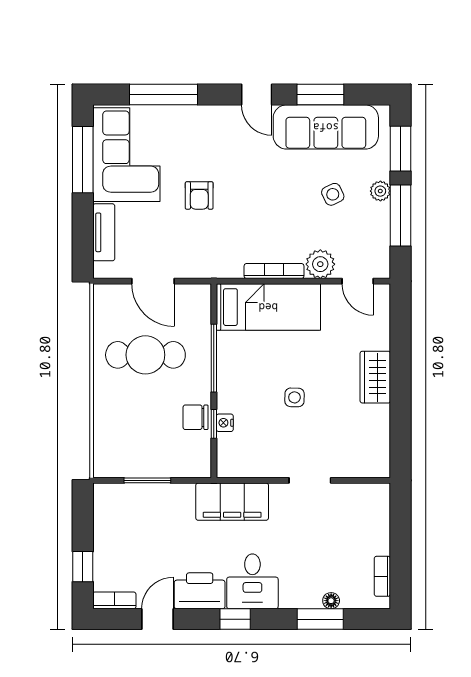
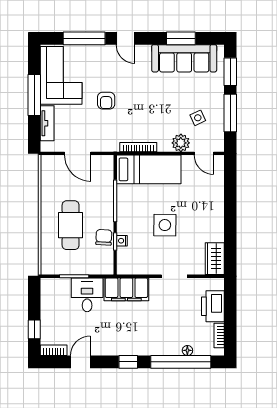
door: (257, 95) -> (125, 38), moved
window: (83, 160) -> (34, 95), moved
plant: (380, 191) -> (218, 98), removed
side table: (333, 194) -> (198, 118), moved
bookcase: (274, 271) -> (138, 147), moved
cafe table: (145, 355) -> (71, 225), moved, turned 90
wardrobe: (375, 377) -> (215, 259), moved
side table: (294, 397) -> (165, 225), width x1.87, depth x1.87
chair: (196, 417) -> (104, 237), turned 93
desk: (252, 581) -> (87, 295), moved, turned 180
printer: (200, 591) -> (213, 306), moved, turned -90
window: (320, 619) -> (181, 362), width x2.11

